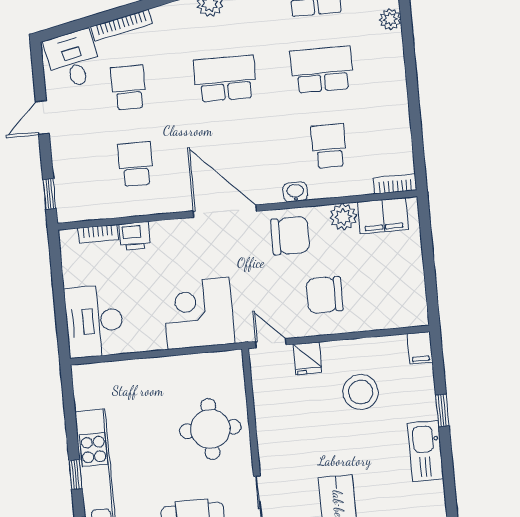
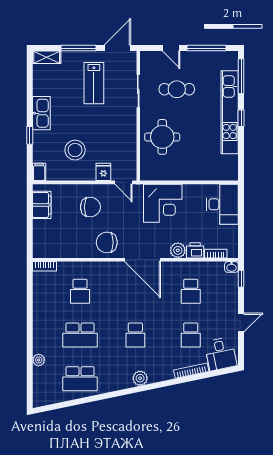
school desk: (225, 79) -> (135, 335), width x0.54
washbasin: (295, 192) -> (231, 267), moved
filing cabinet: (383, 216) -> (42, 205), moved, turned 90
plant: (343, 217) -> (178, 250), moved

